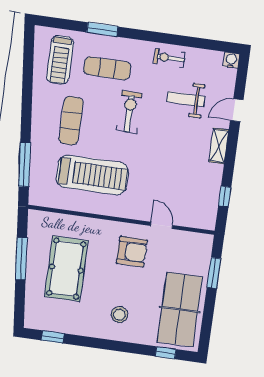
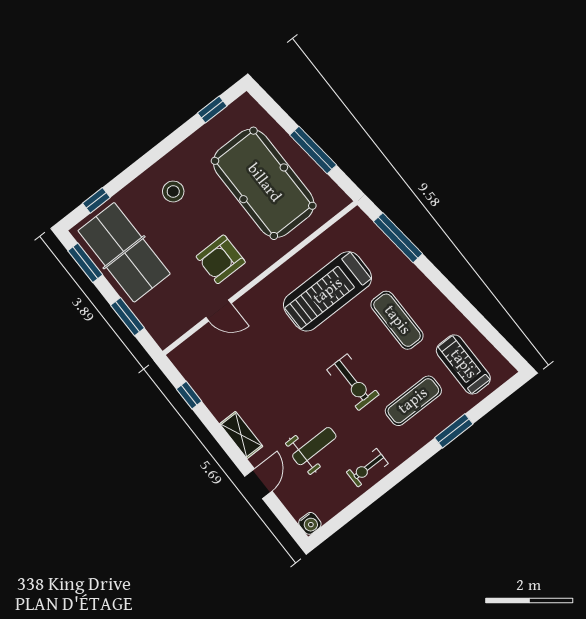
exercise bike: (169, 58) -> (367, 468), turned 180
pool table: (66, 269) -> (264, 183), width x1.36, depth x1.32
window: (207, 325) -> (85, 263), added

